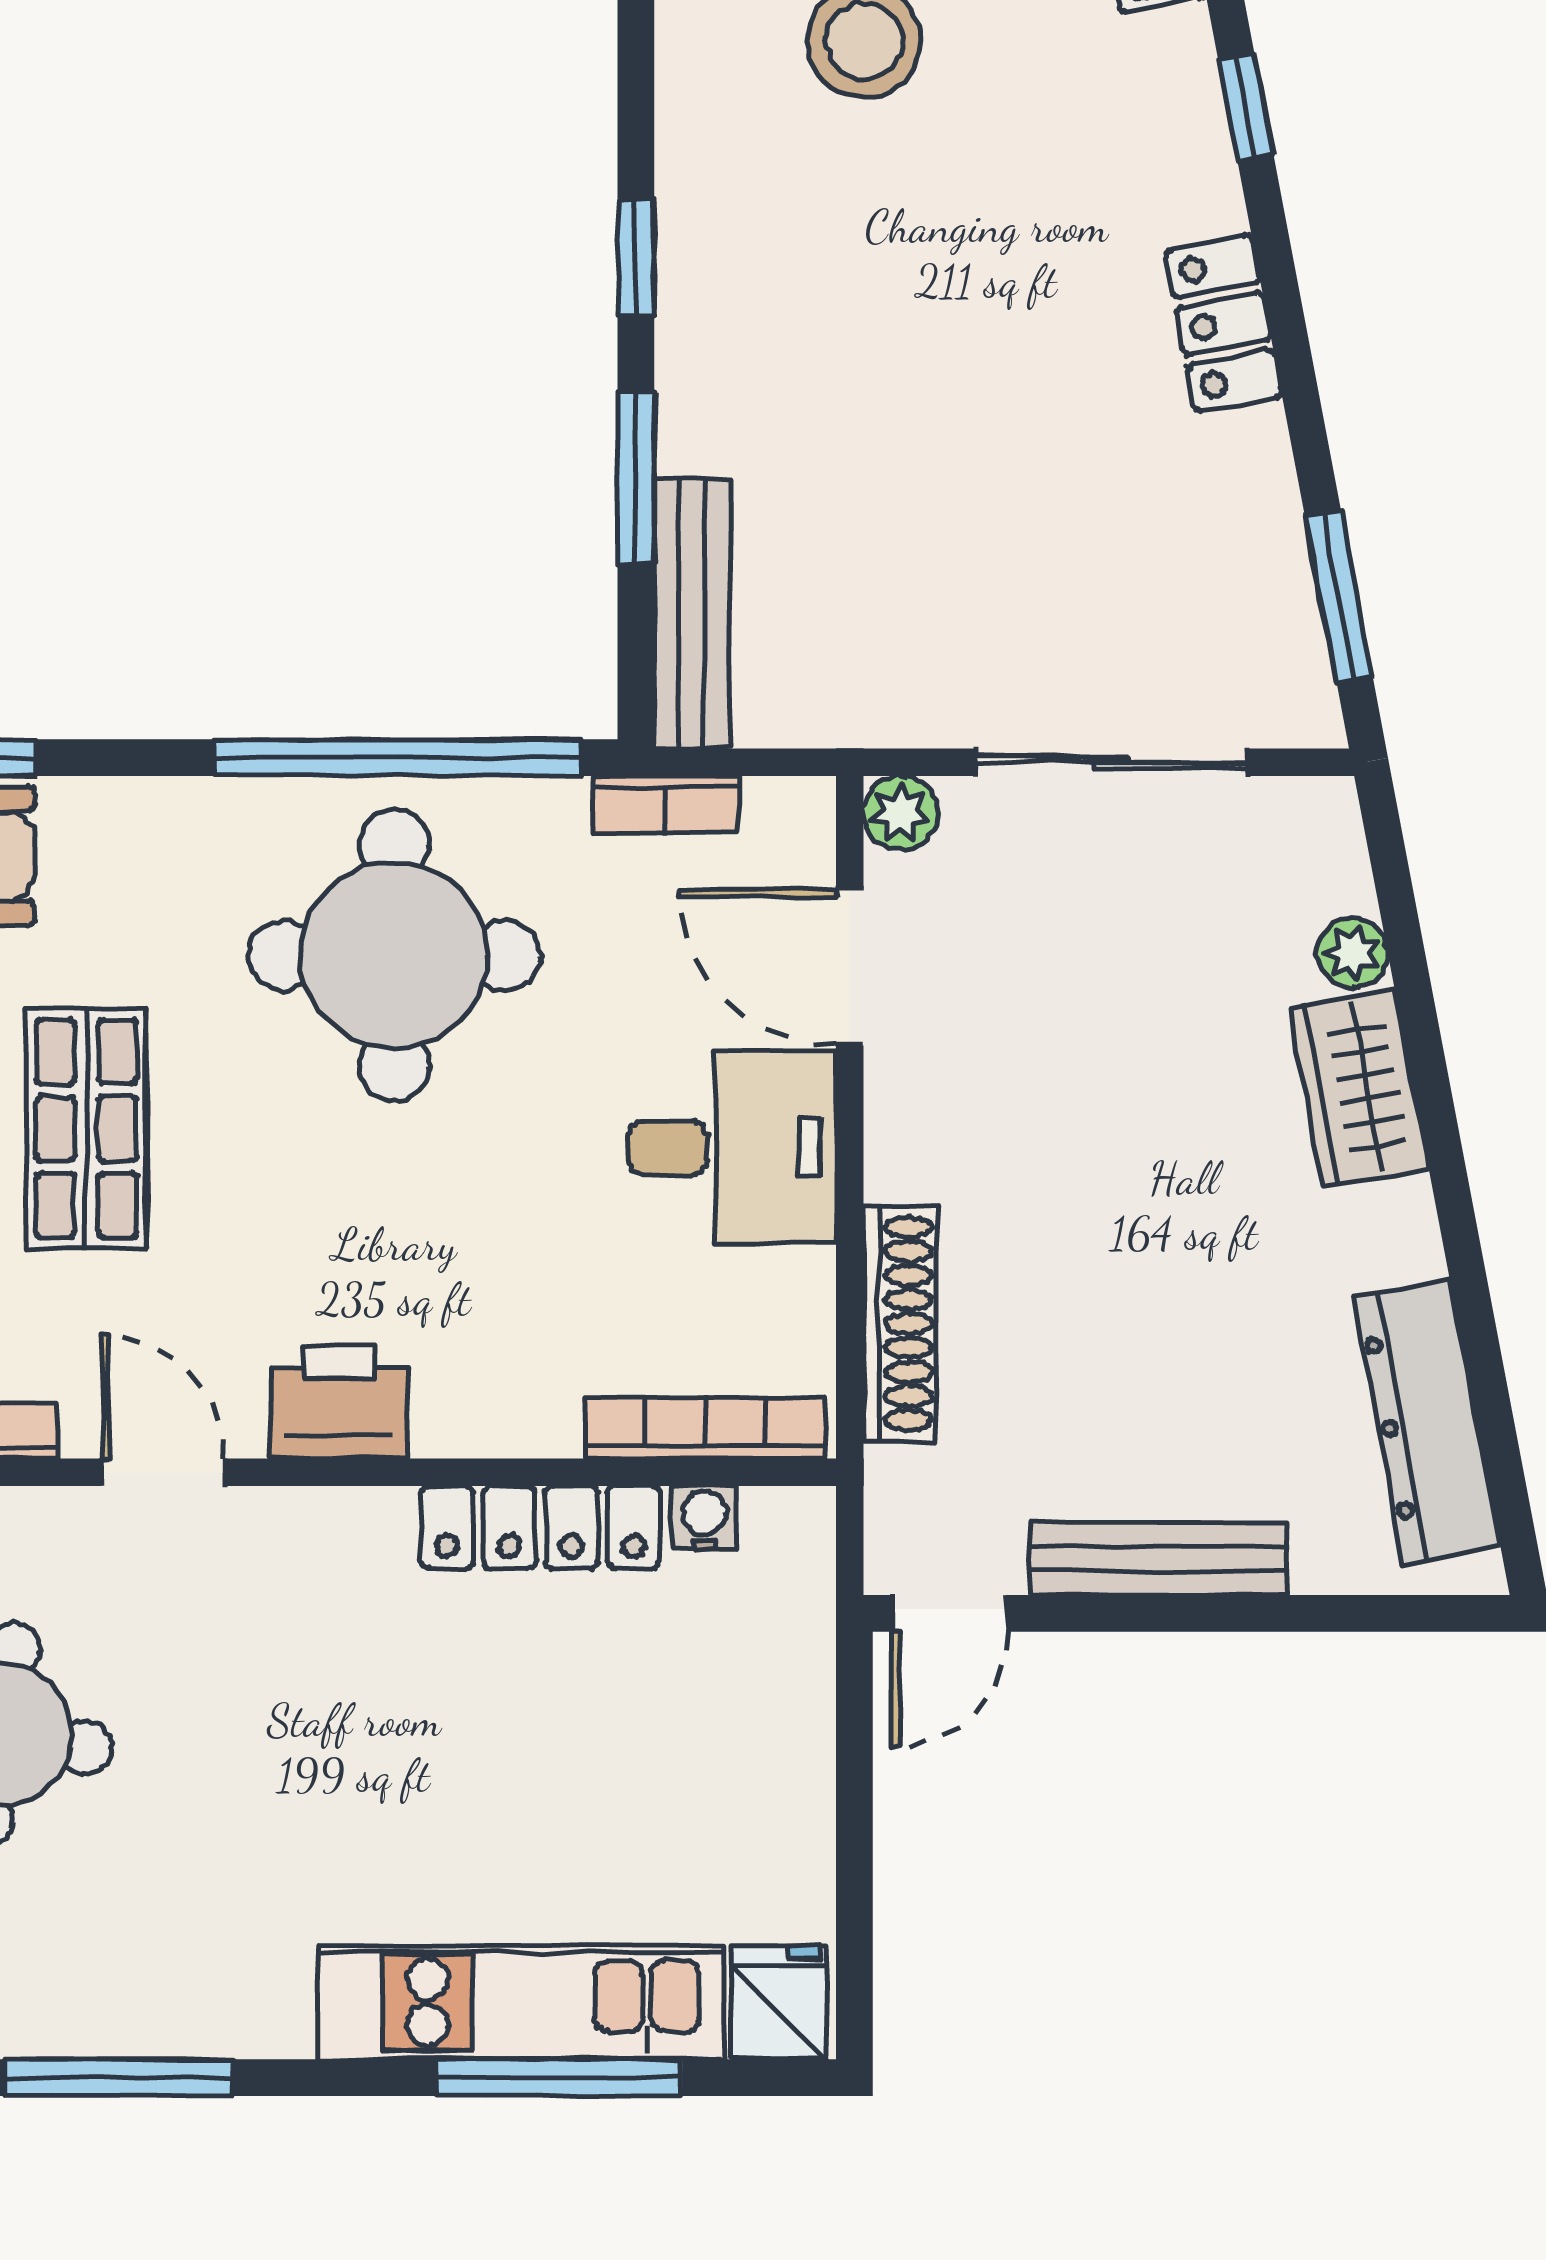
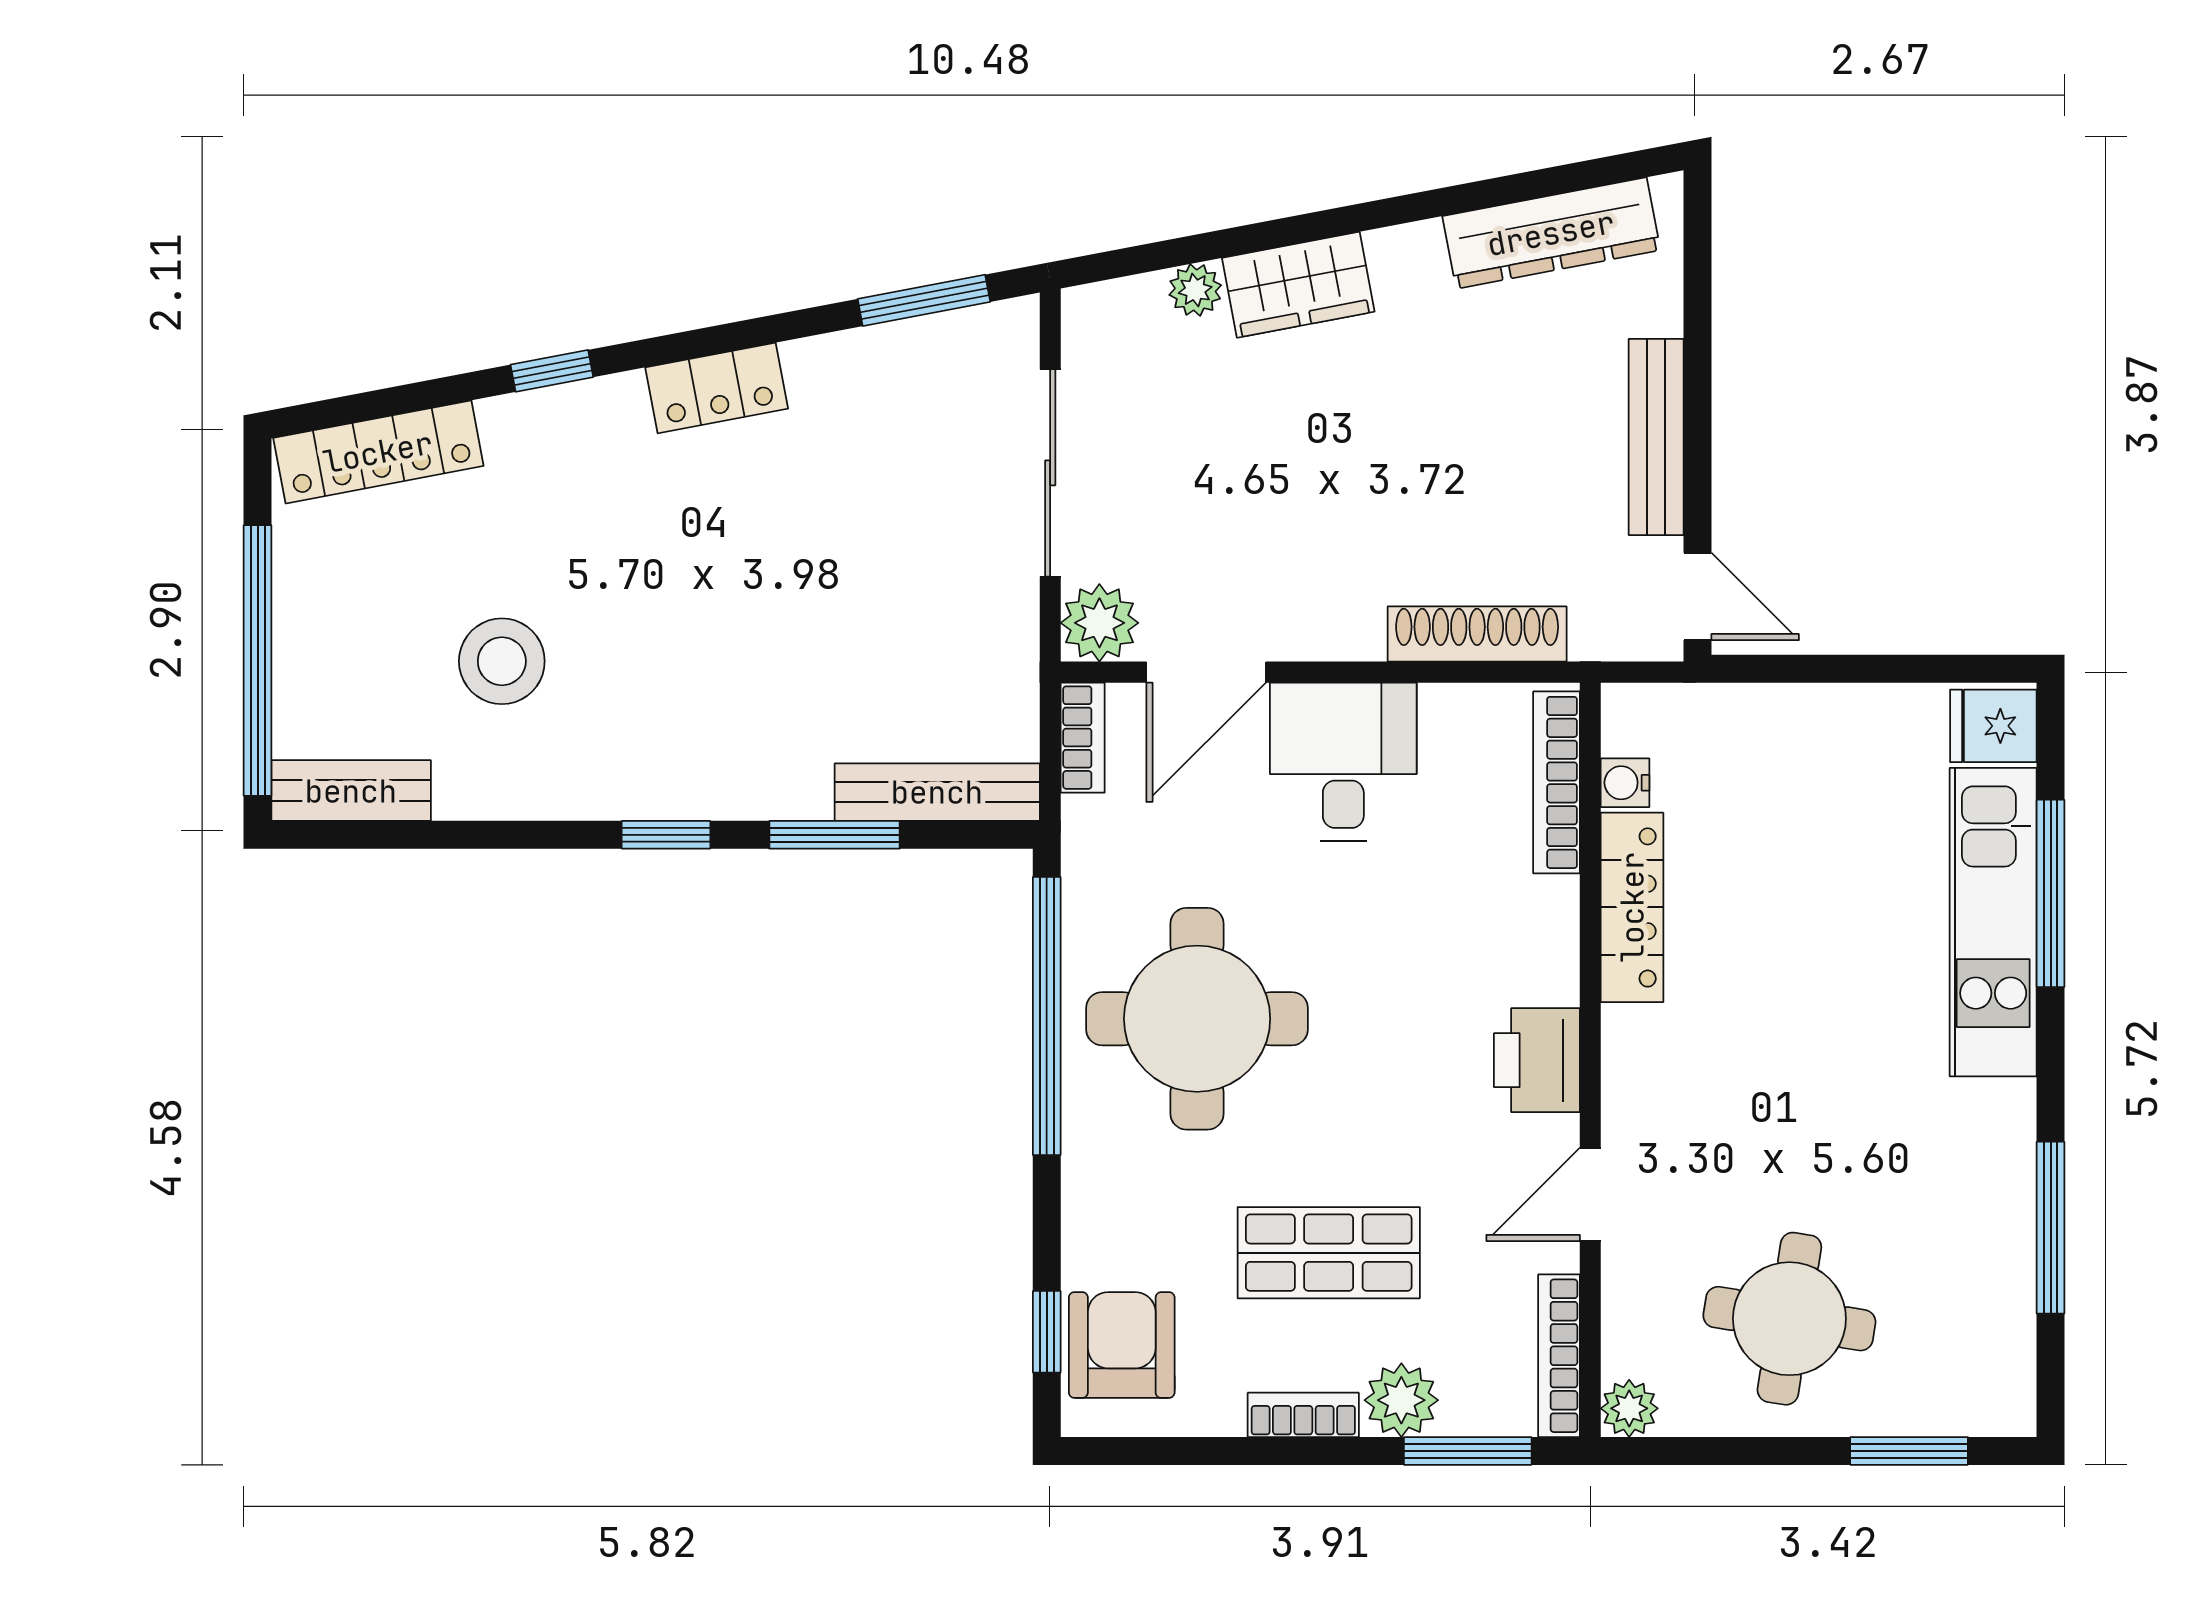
bookcase: (666, 805) -> (1083, 738), moved
plant: (901, 813) -> (1099, 623), width x1.38, depth x1.38

